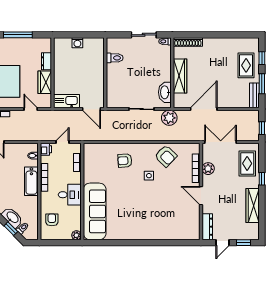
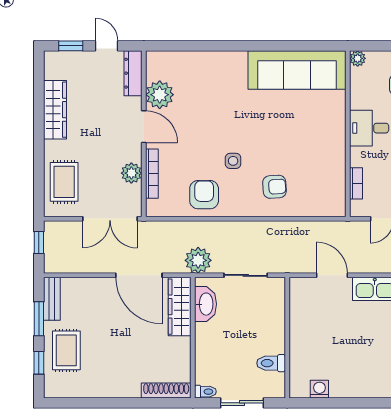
washing machine: (77, 43) -> (319, 389), moved
toilet: (115, 58) -> (271, 363), moved
wall: (105, 73) -> (287, 338), moved
wardrobe: (180, 76) -> (180, 307), moved
door: (204, 109) -> (139, 275), hinge flipped
armchair: (166, 156) -> (204, 195), turned 46
window: (262, 179) -> (39, 155), removed
sofa: (95, 211) -> (297, 70), moved, turned -90
plant: (192, 214) -> (160, 95), added
door: (223, 243) -> (107, 46), hinge flipped

